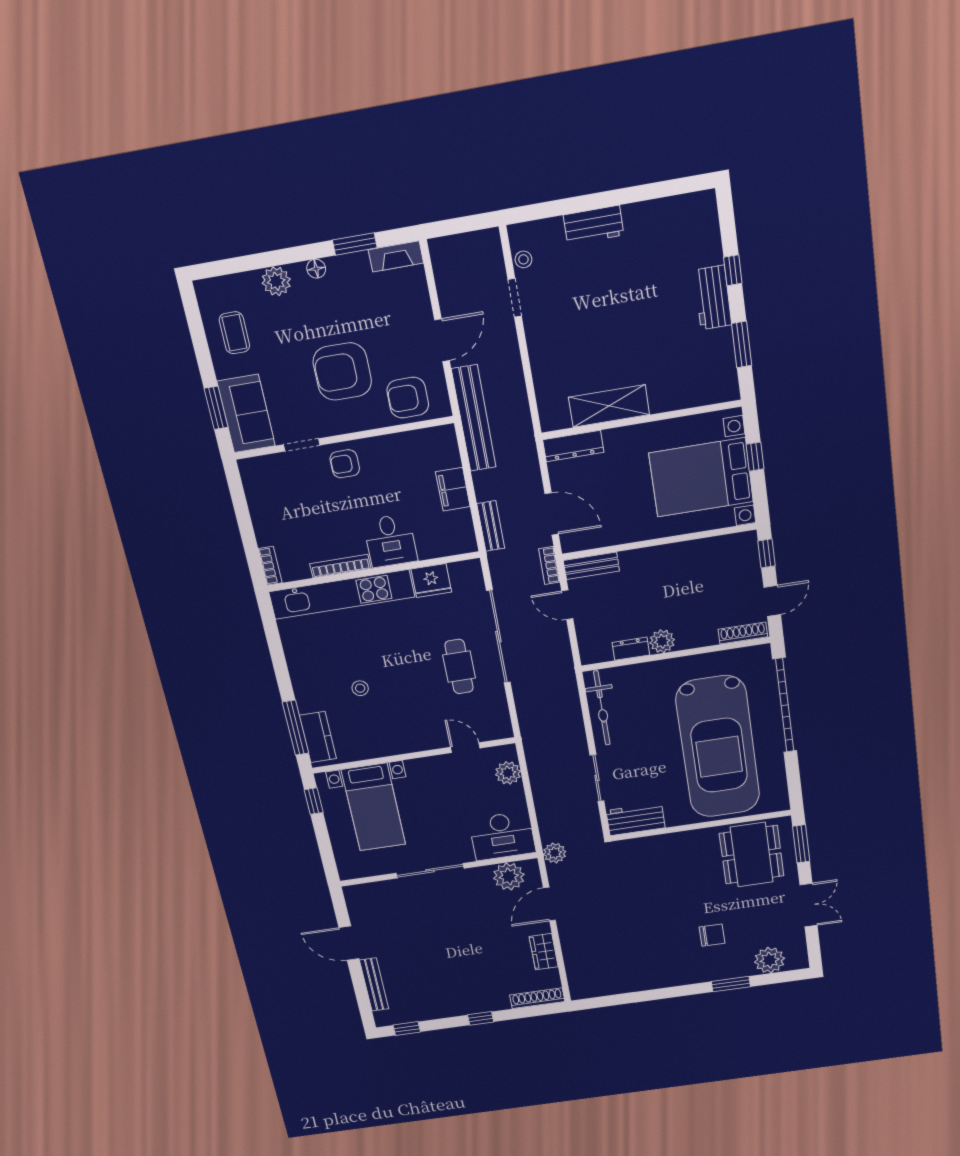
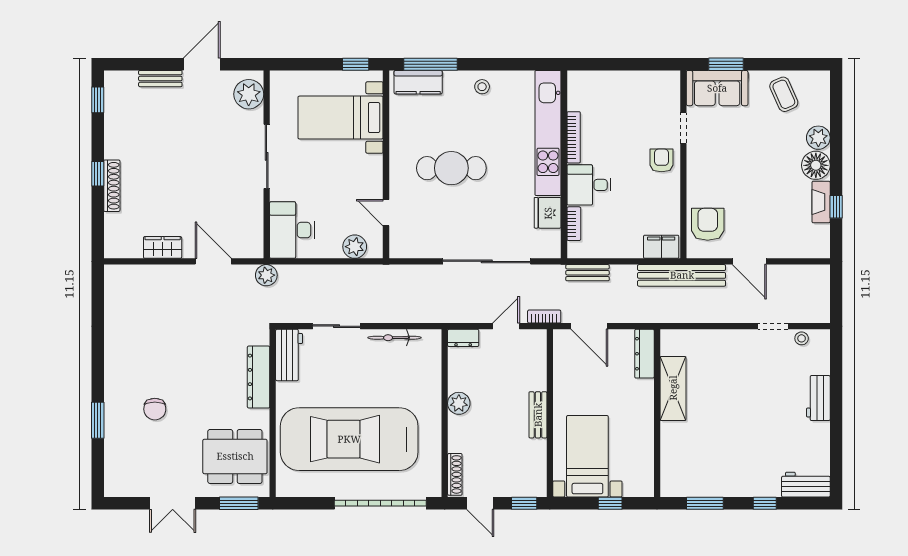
window: (355, 244) -> (836, 207), width x0.67
fireplace: (396, 256) -> (821, 202), moved
floor lamp: (316, 269) -> (816, 165), width x1.89, depth x1.89
workbench: (713, 298) -> (806, 485), moved
coffee table: (234, 333) -> (784, 94), turned 66
armchair: (342, 372) -> (738, 175), removed
bed with nightstands: (701, 477) -> (587, 456), width x0.73
filing cabinet: (453, 489) -> (661, 247), moved
door: (552, 514) -> (589, 326), hinge flipped
bookcase: (270, 566) -> (574, 224), moved, turned -90
bench: (591, 566) -> (538, 415), moved
dresser: (631, 649) -> (463, 338), moved, turned 90
cafe table: (459, 667) -> (451, 168), moved, width x1.37, depth x1.35
stool: (360, 688) -> (482, 87), moved
bicycle: (602, 708) -> (394, 338), width x0.73, depth x0.71
door: (465, 748) -> (386, 213), swing flipped
dresser: (664, 845) -> (259, 377), added
plant: (509, 876) -> (249, 94), moved
plant: (770, 960) -> (118, 460), removed
bench: (374, 985) -> (160, 79), width x0.73
shoe rack: (537, 998) -> (112, 186), moved

